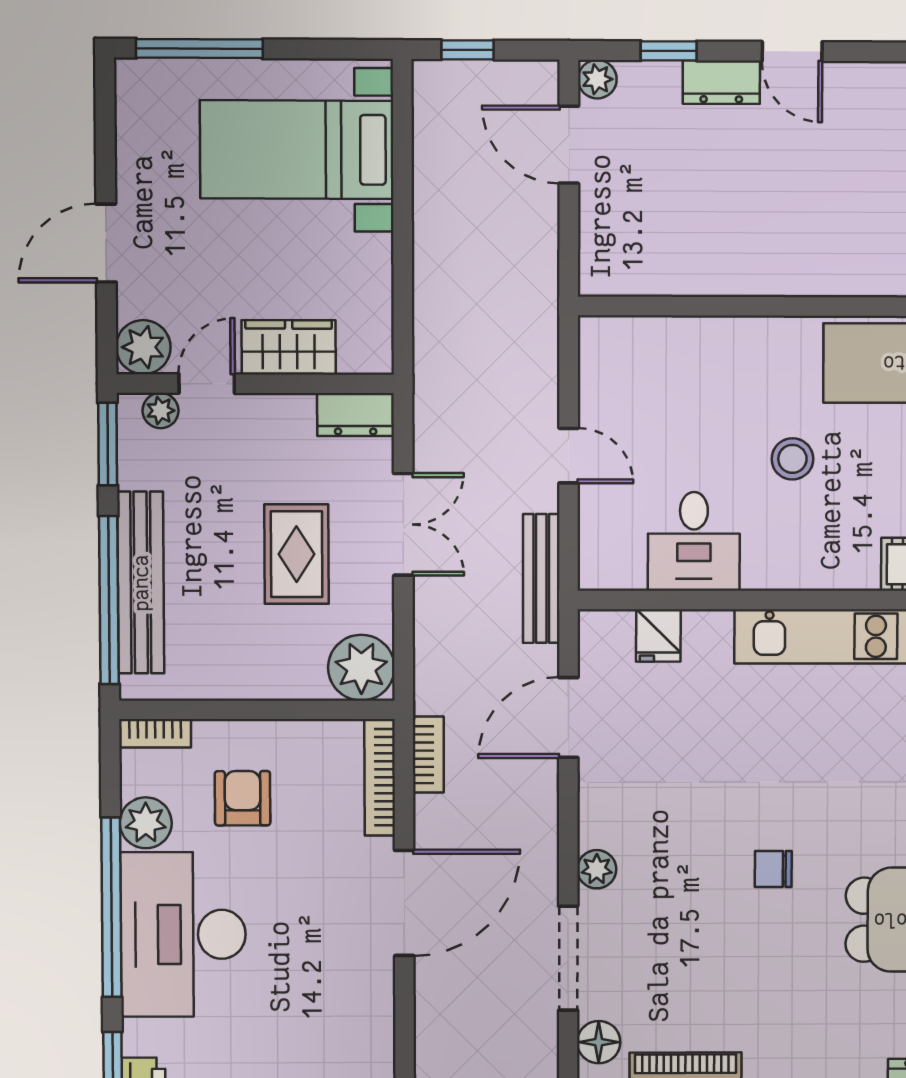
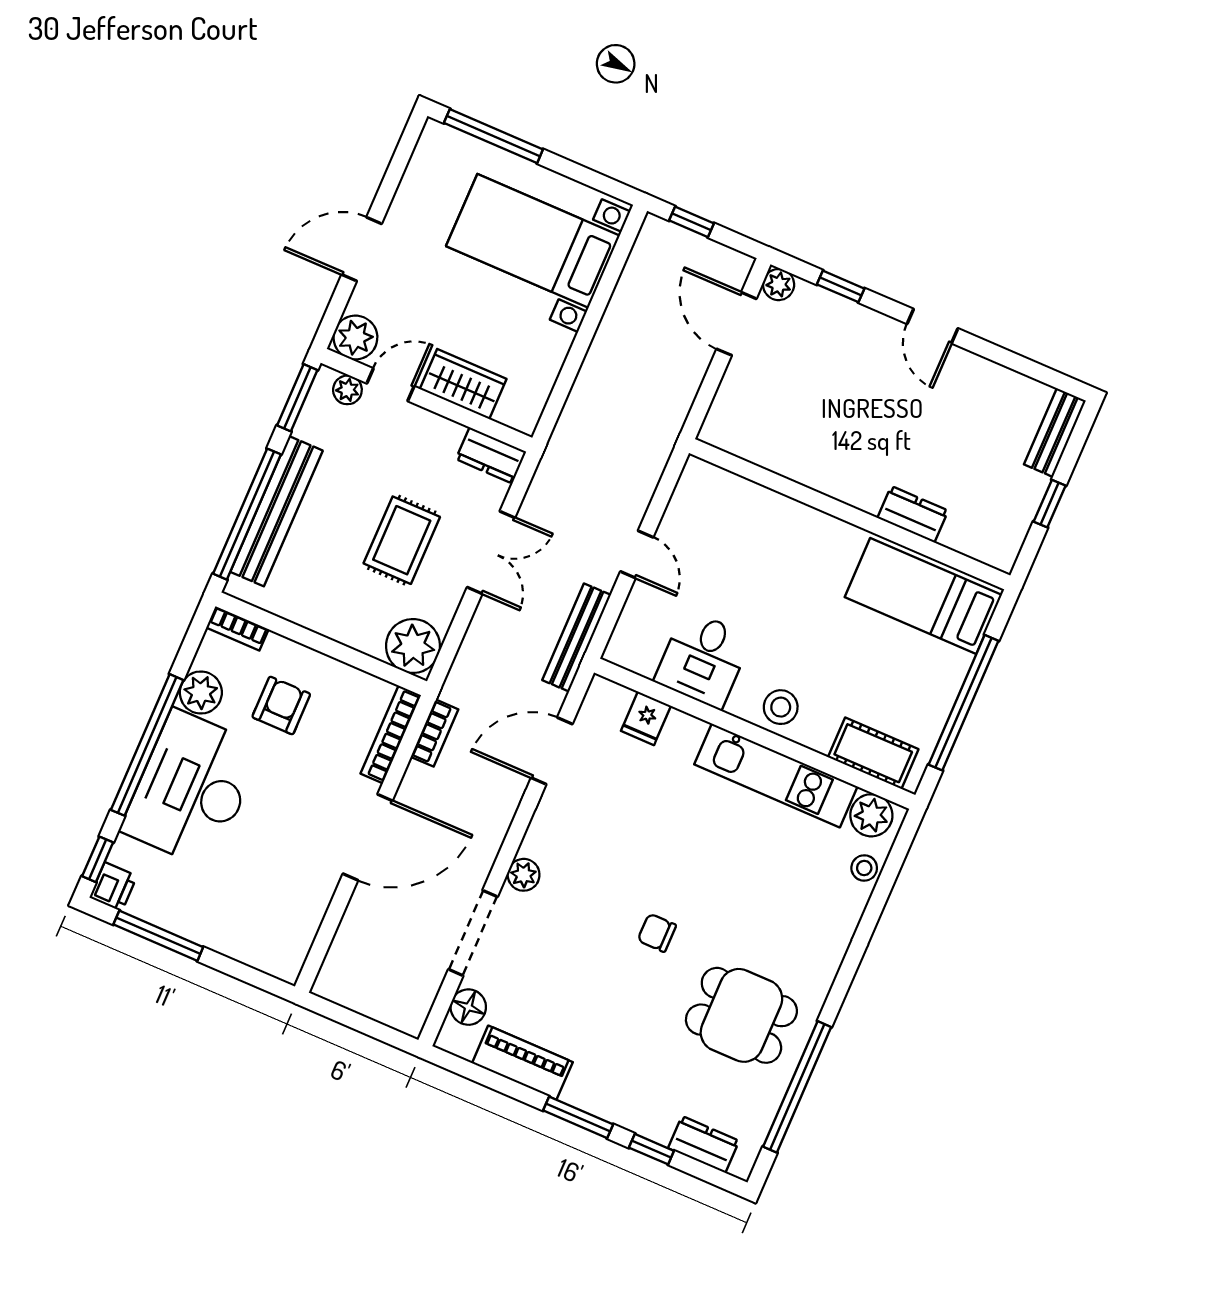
dresser: (721, 82) -> (913, 514), moved, turned 180
stool: (792, 459) -> (781, 707), moved

